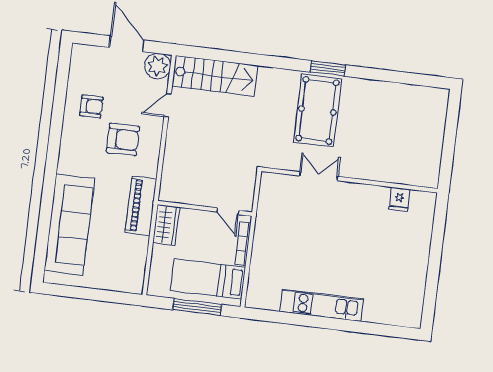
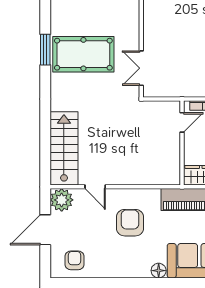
armchair: (91, 106) -> (75, 260), moved
floor lamp: (65, 165) -> (159, 271), added
double door: (319, 176) -> (141, 68), moved

